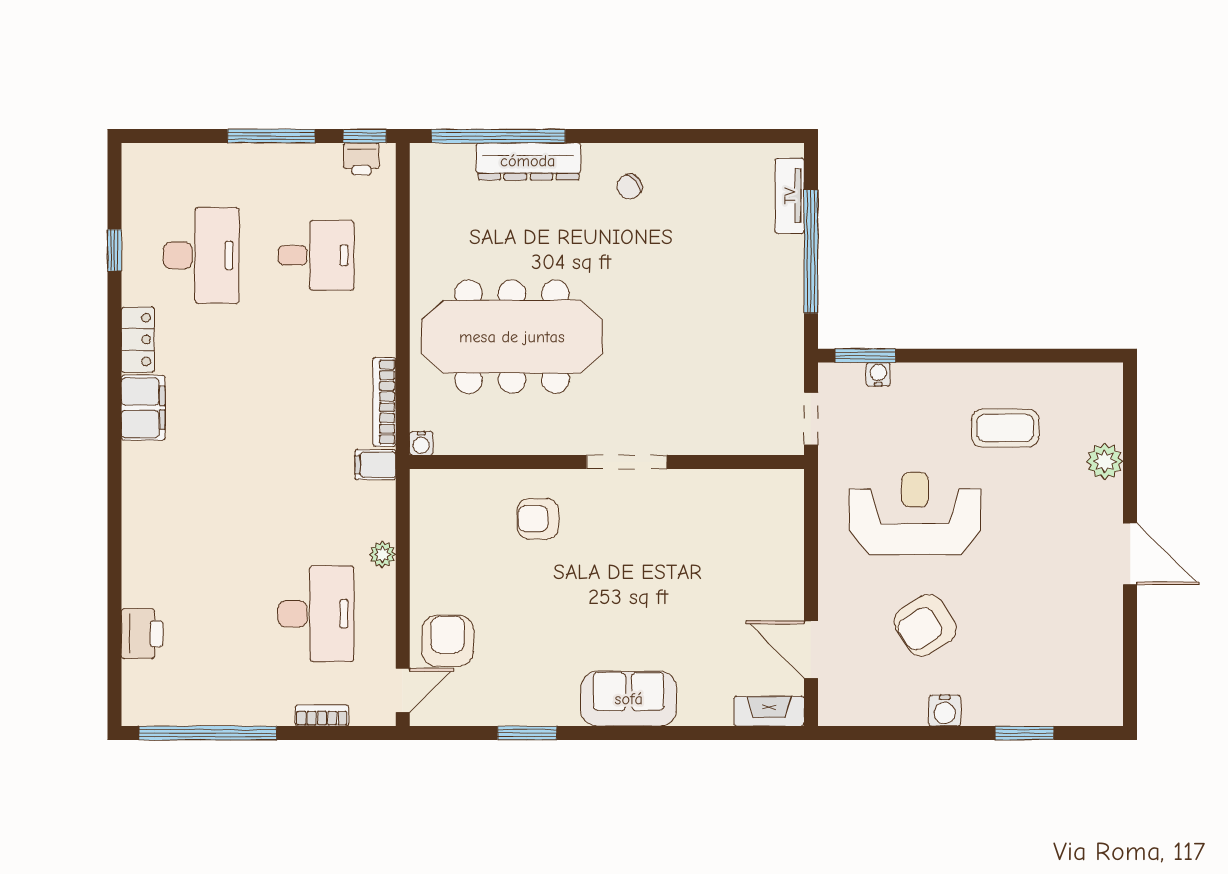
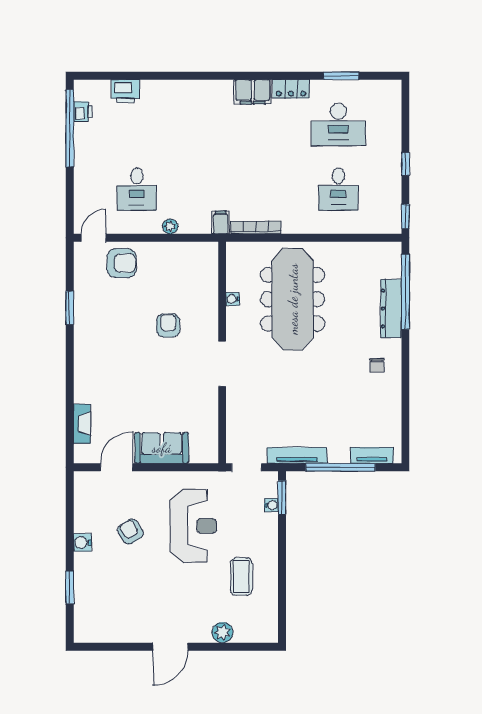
window: (271, 136) -> (405, 164), width x0.46
printer: (361, 159) -> (83, 111), moved, turned 180
chair: (630, 187) -> (377, 365), turned -141
window: (114, 250) -> (341, 76), width x1.50
tv unit: (790, 329) -> (297, 455), added
water cooler: (421, 443) -> (233, 299), moved
armchair: (538, 519) -> (168, 326), moved
desk: (316, 614) -> (137, 189), width x0.73
armchair: (925, 625) -> (130, 532), width x0.72, depth x0.72
door: (403, 690) -> (94, 238), swing flipped
sofa: (629, 699) -> (162, 448), moved, turned -90
fireplace: (769, 711) -> (82, 424), moved
bookcase: (322, 715) -> (80, 192), removed

